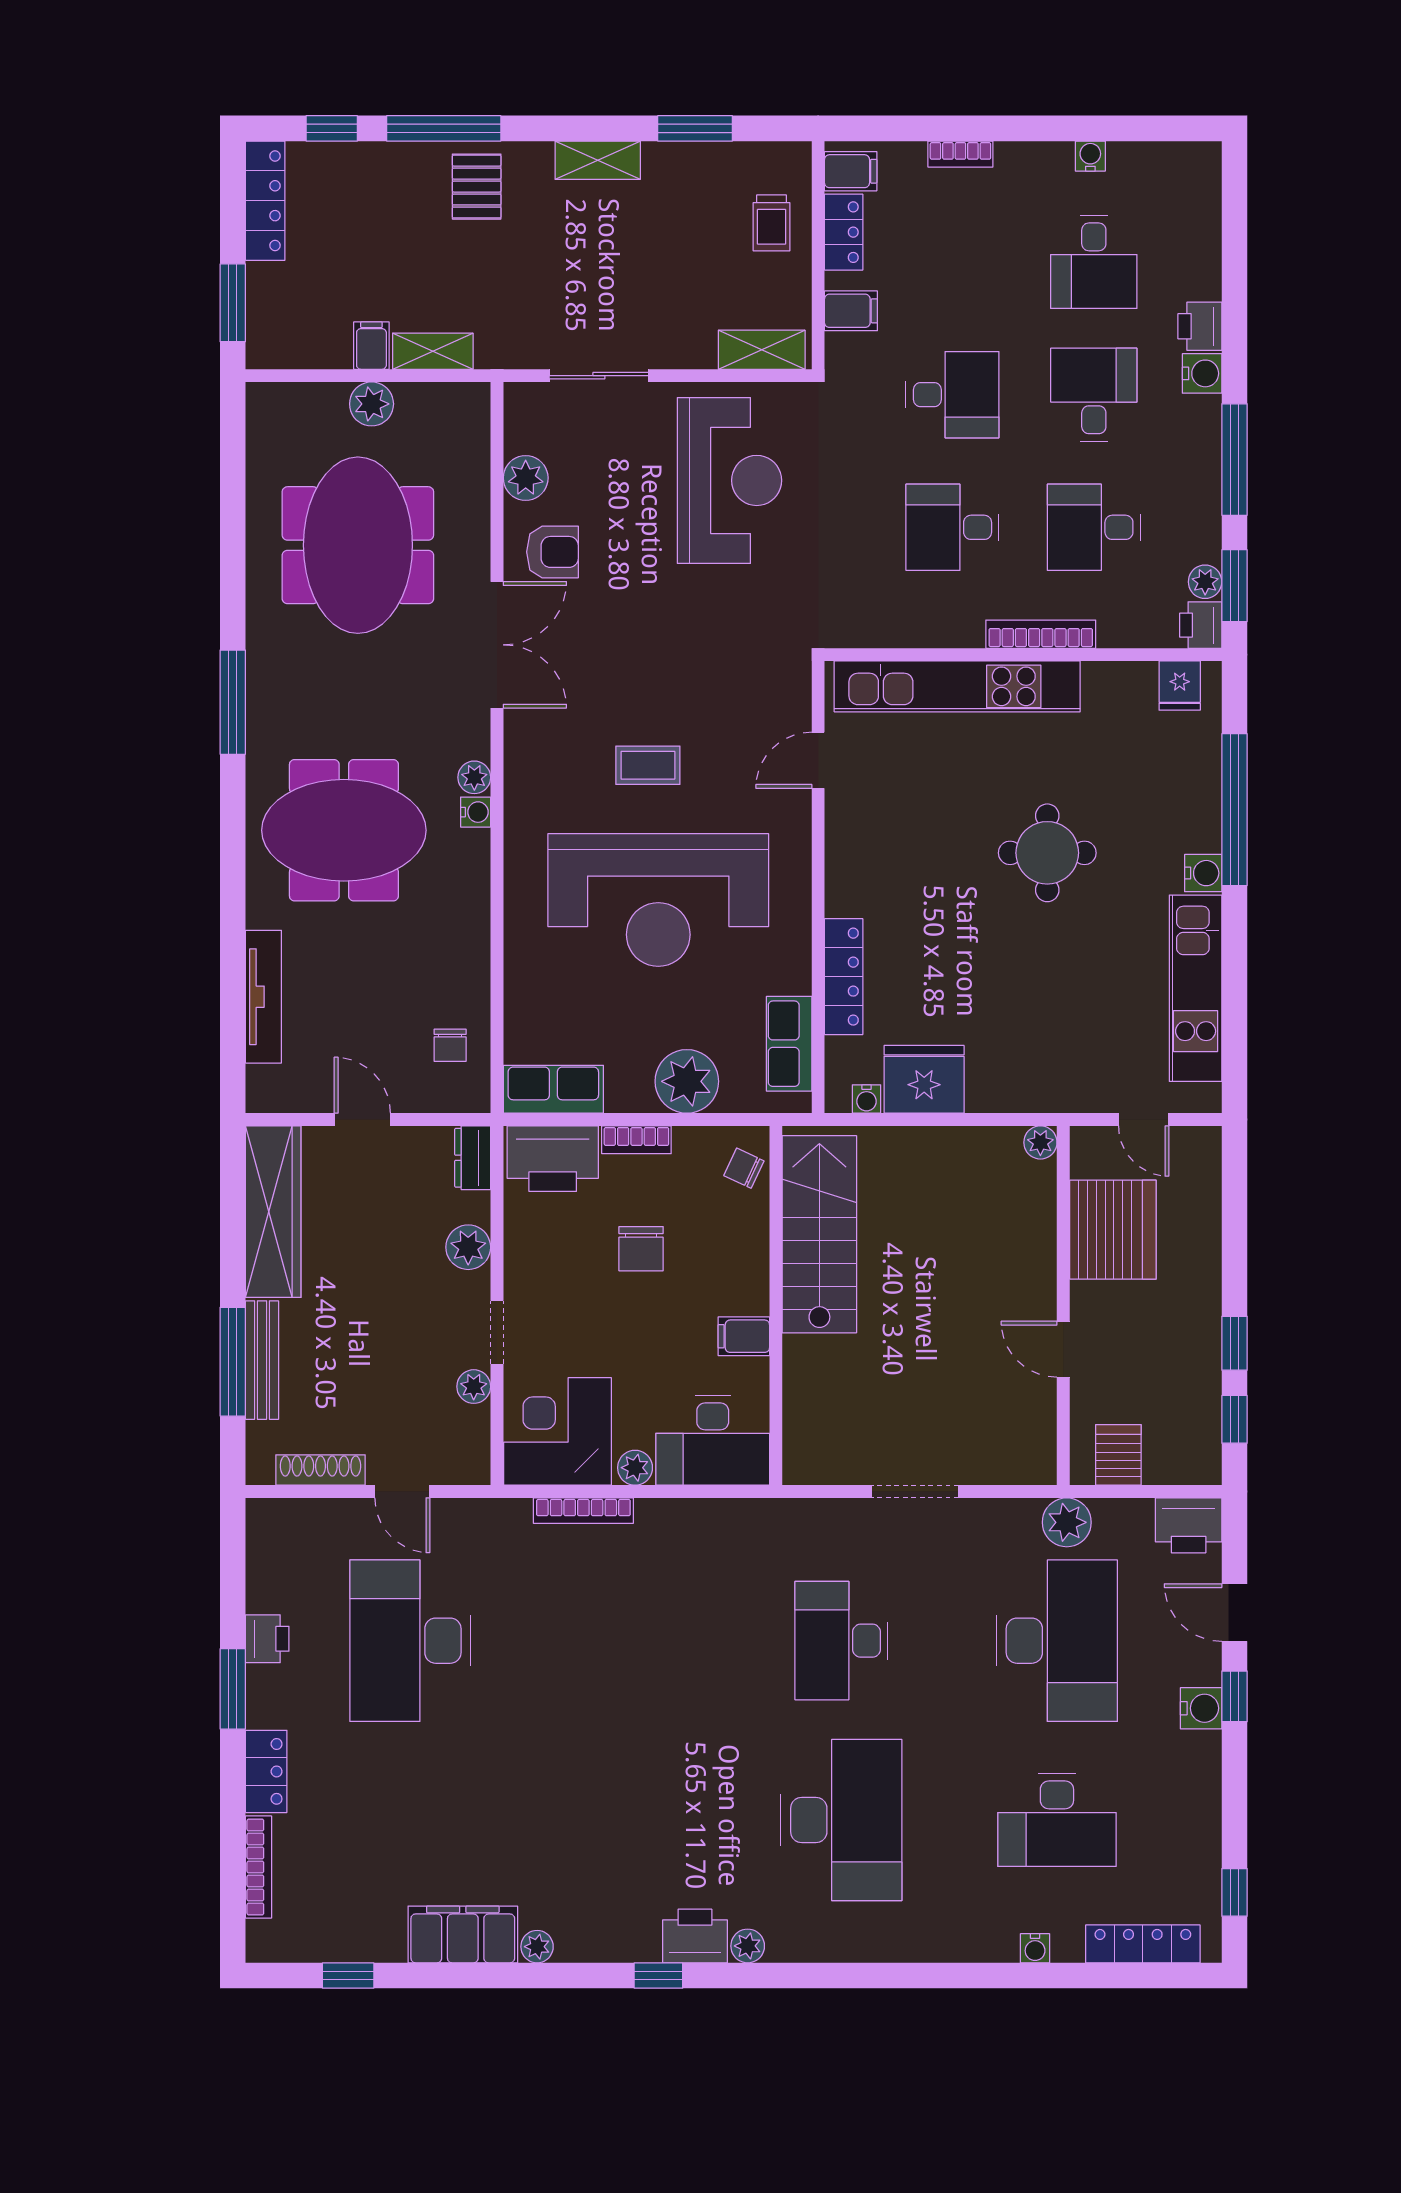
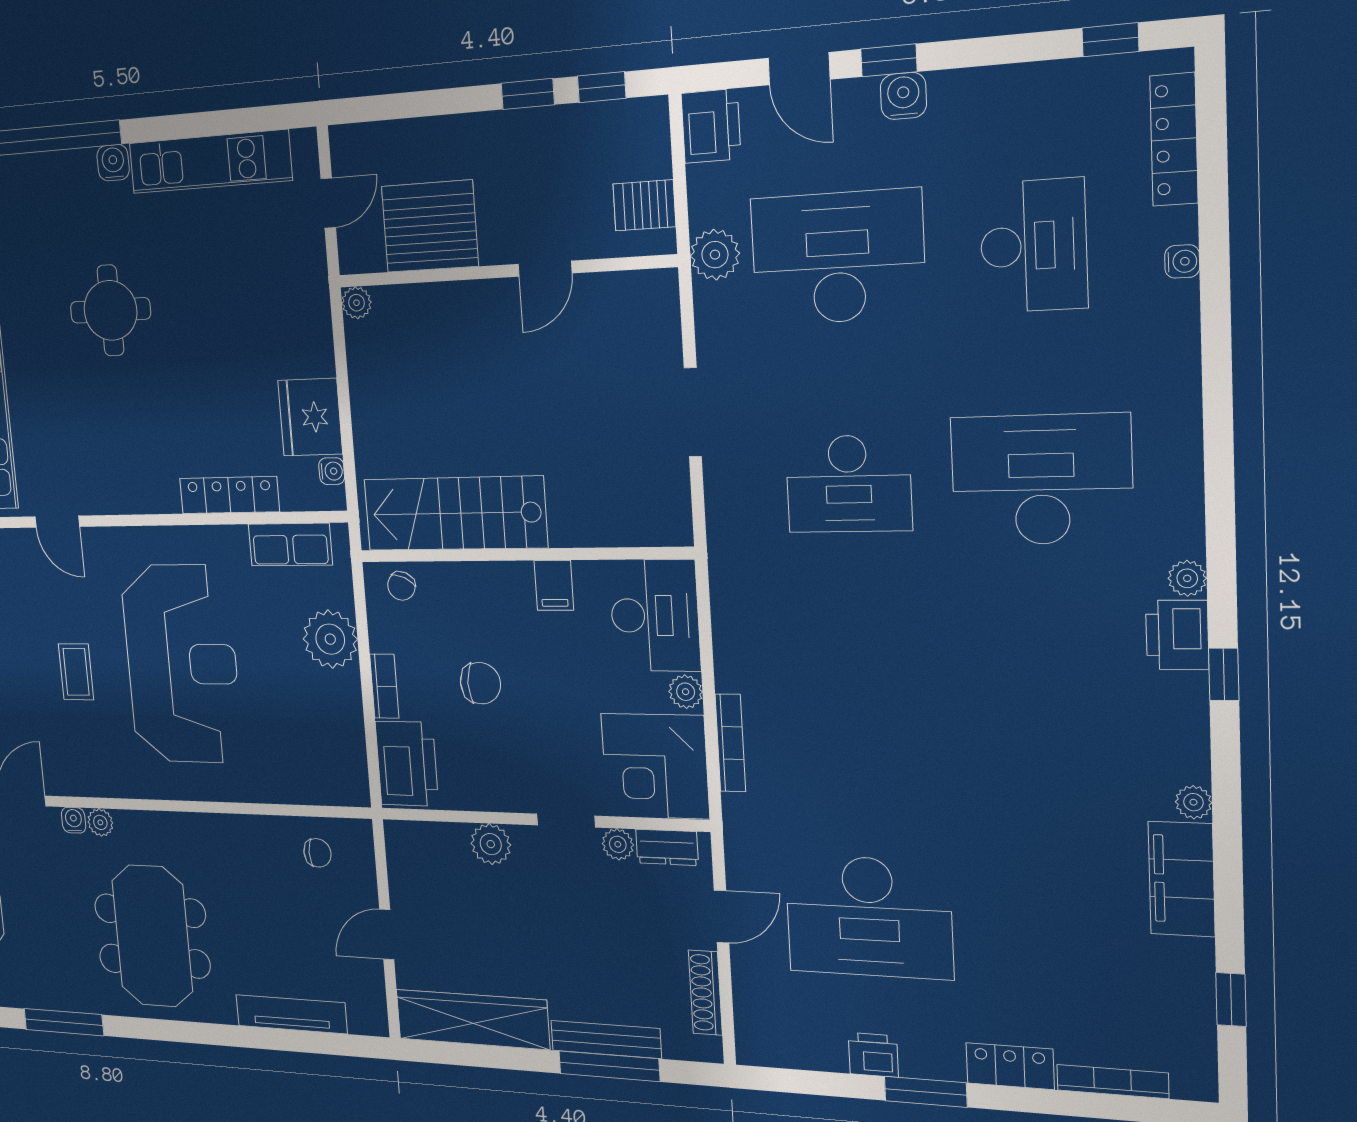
water cooler: (476, 812) -> (74, 820), moved
row of seats: (553, 1089) -> (347, 761), removed
dresser: (473, 1158) -> (667, 847), moved
door: (1234, 1613) -> (799, 69), hinge flipped

